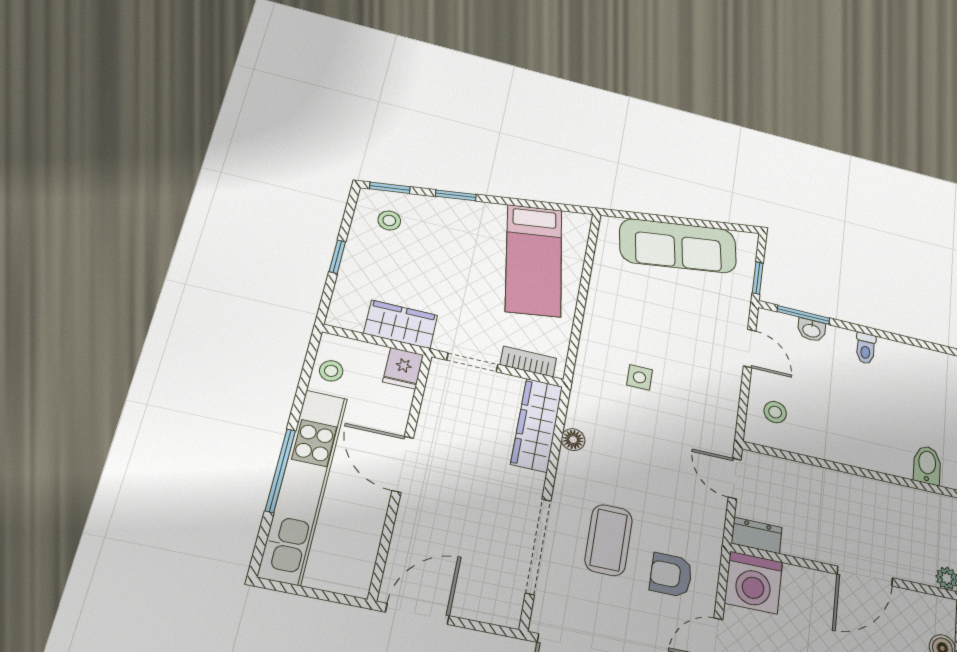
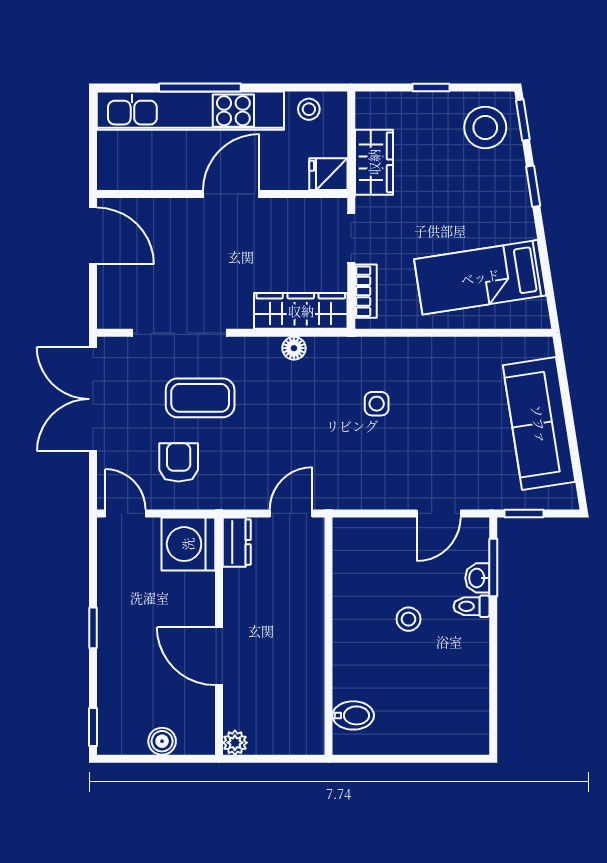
stool: (389, 220) -> (485, 128), width x1.89, depth x1.89
toilet: (866, 348) -> (471, 606), moved
stool: (775, 412) -> (409, 619), moved

